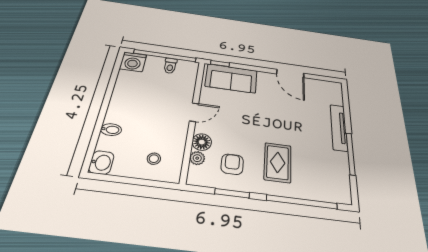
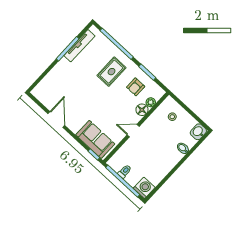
tv unit: (339, 127) -> (79, 46), moved

